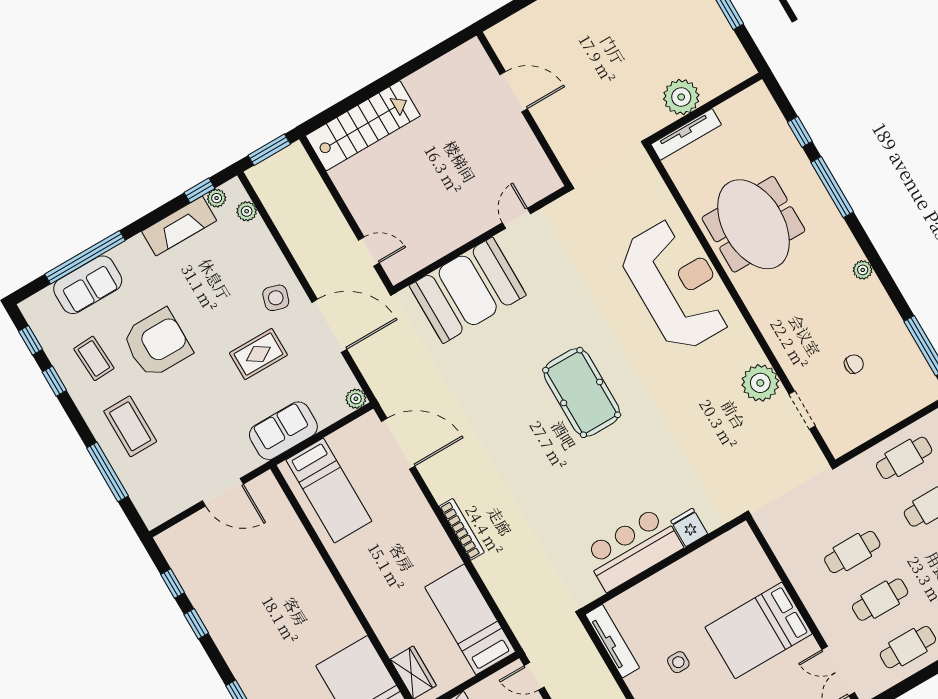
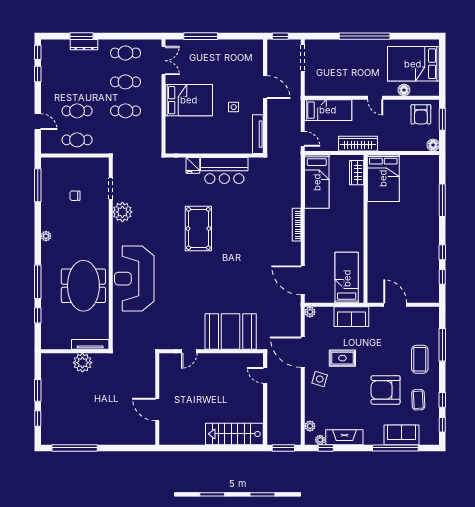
pool table: (582, 392) -> (198, 229), moved

